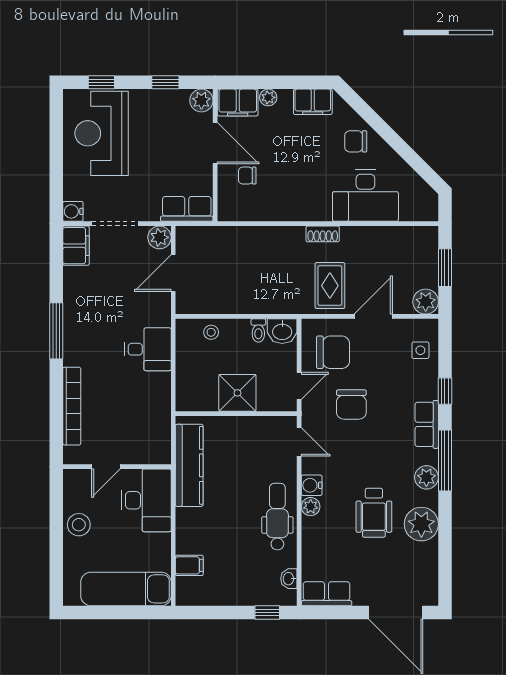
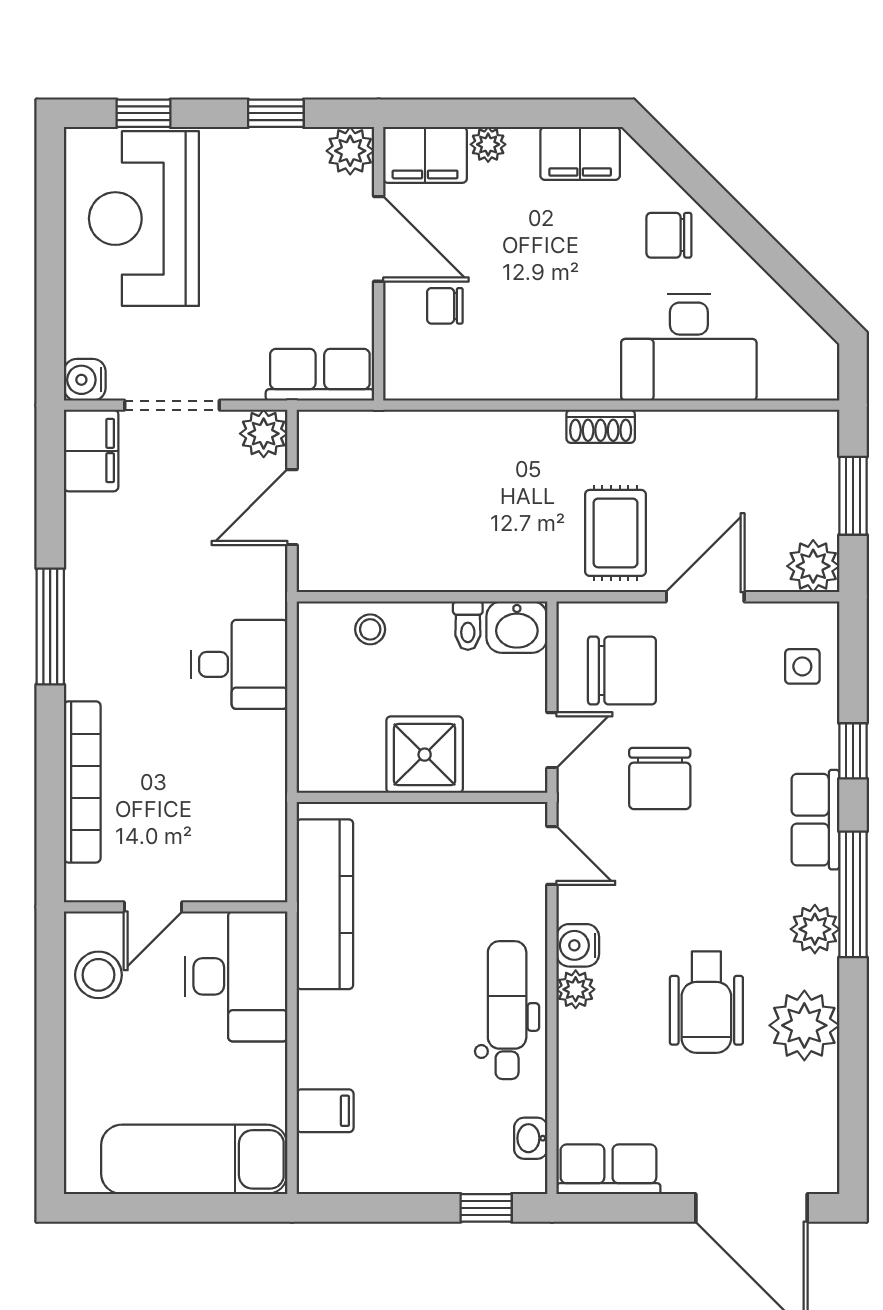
stool: (79, 525) -> (98, 975), moved

